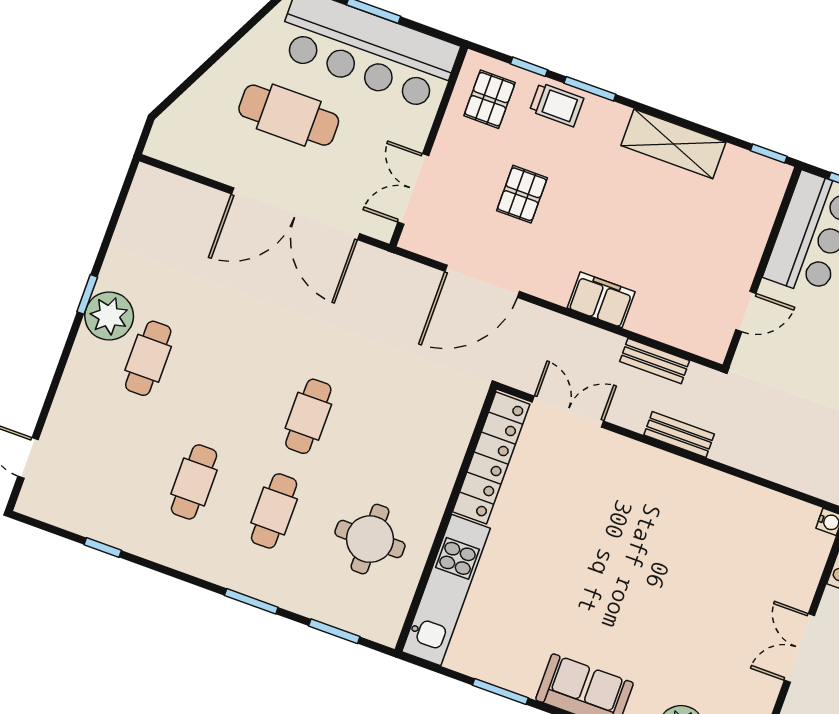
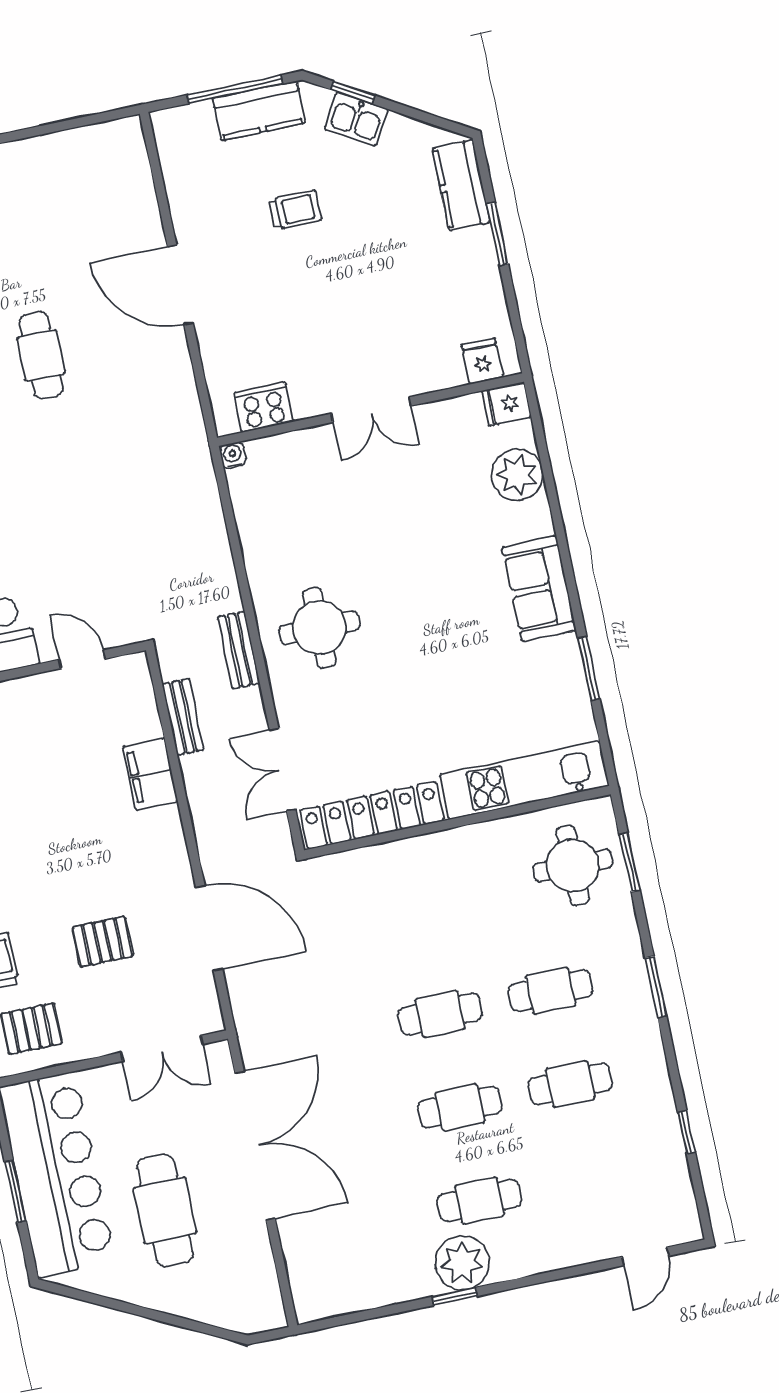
filing cabinet: (601, 300) -> (150, 774), moved
cafe table: (228, 387) -> (460, 1107), added
round table: (658, 506) -> (319, 628), added
round table: (370, 539) -> (573, 866), moved
window: (251, 601) -> (656, 987), moved

